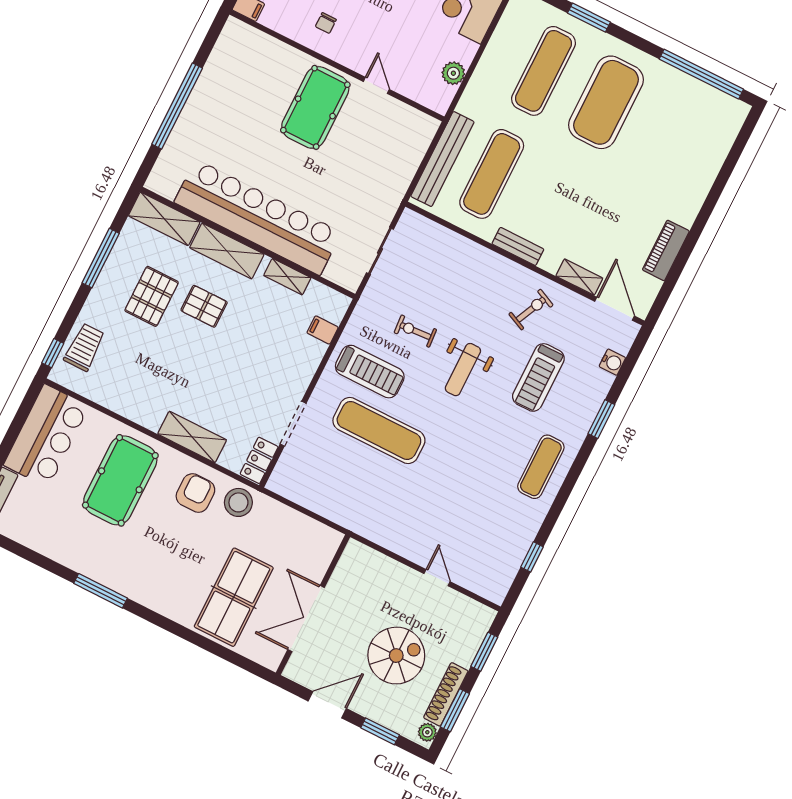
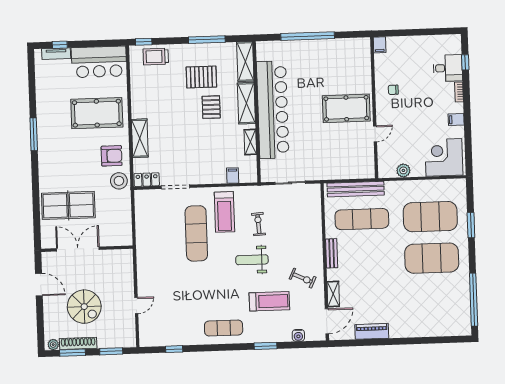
exercise mat: (543, 71) -> (430, 217), width x1.47
trolley: (84, 347) -> (156, 57), turned 180
treadmill: (538, 377) -> (269, 301), turned 180
window: (380, 731) -> (40, 320), removed

